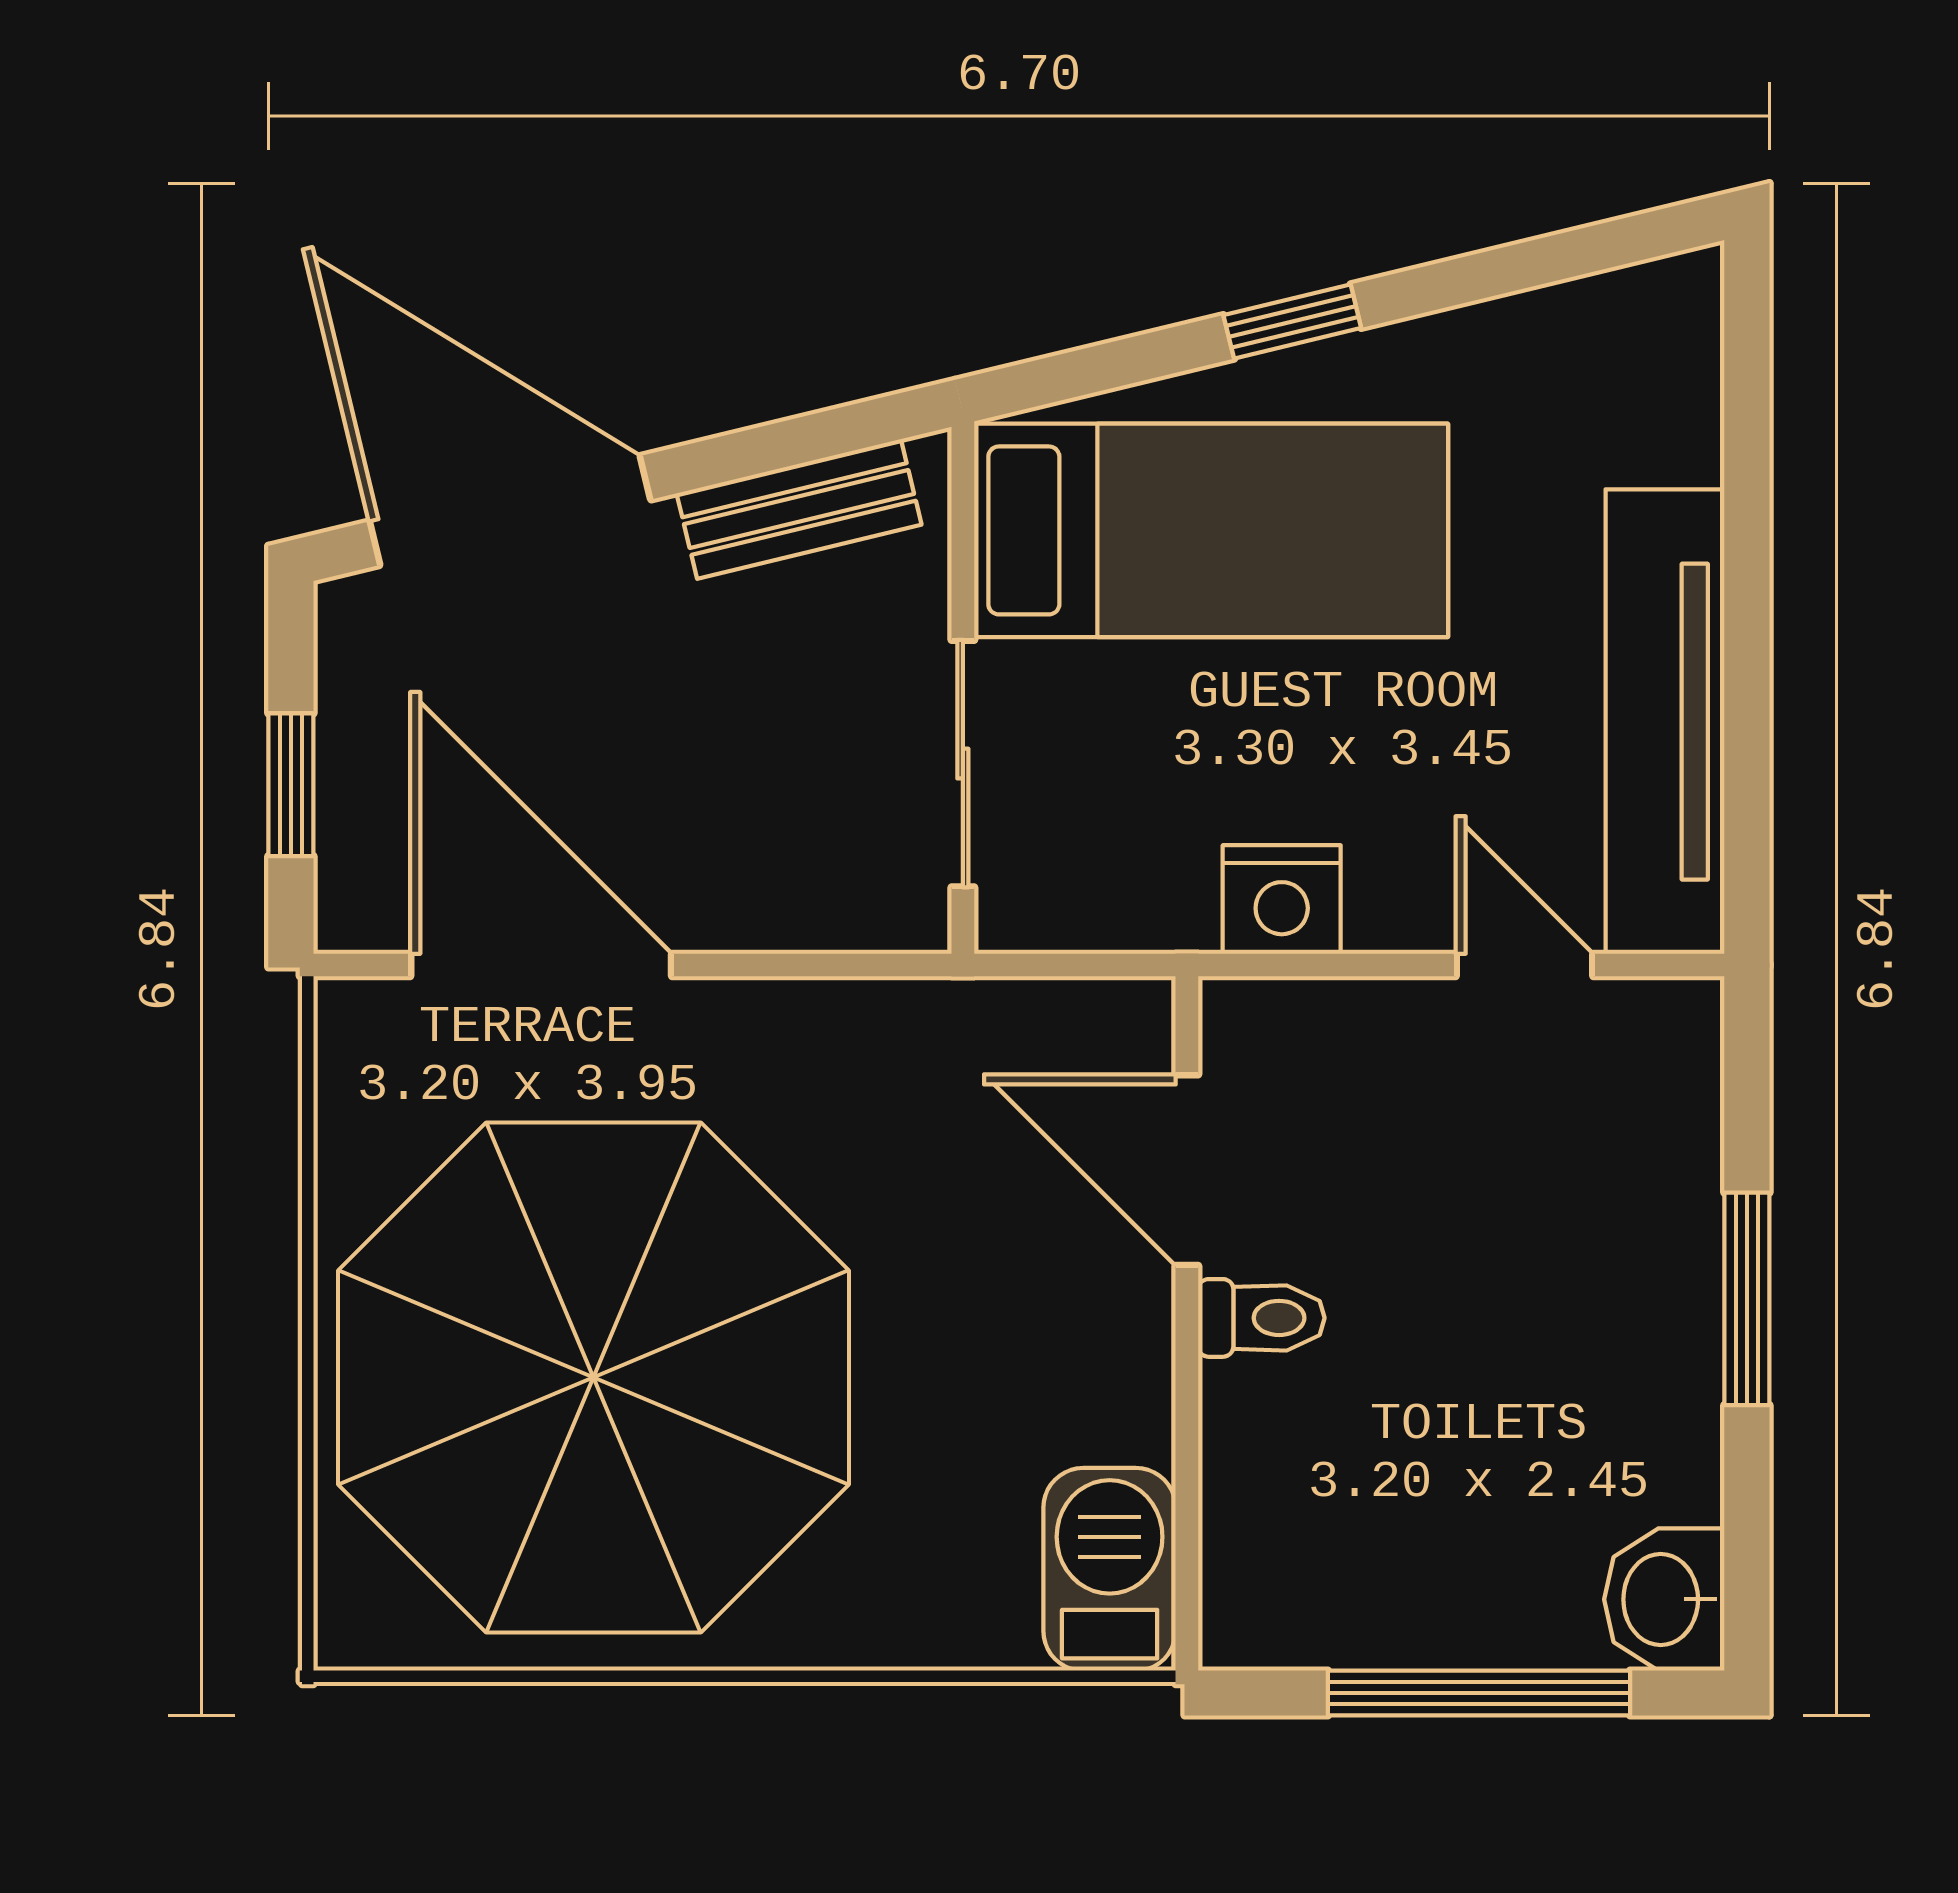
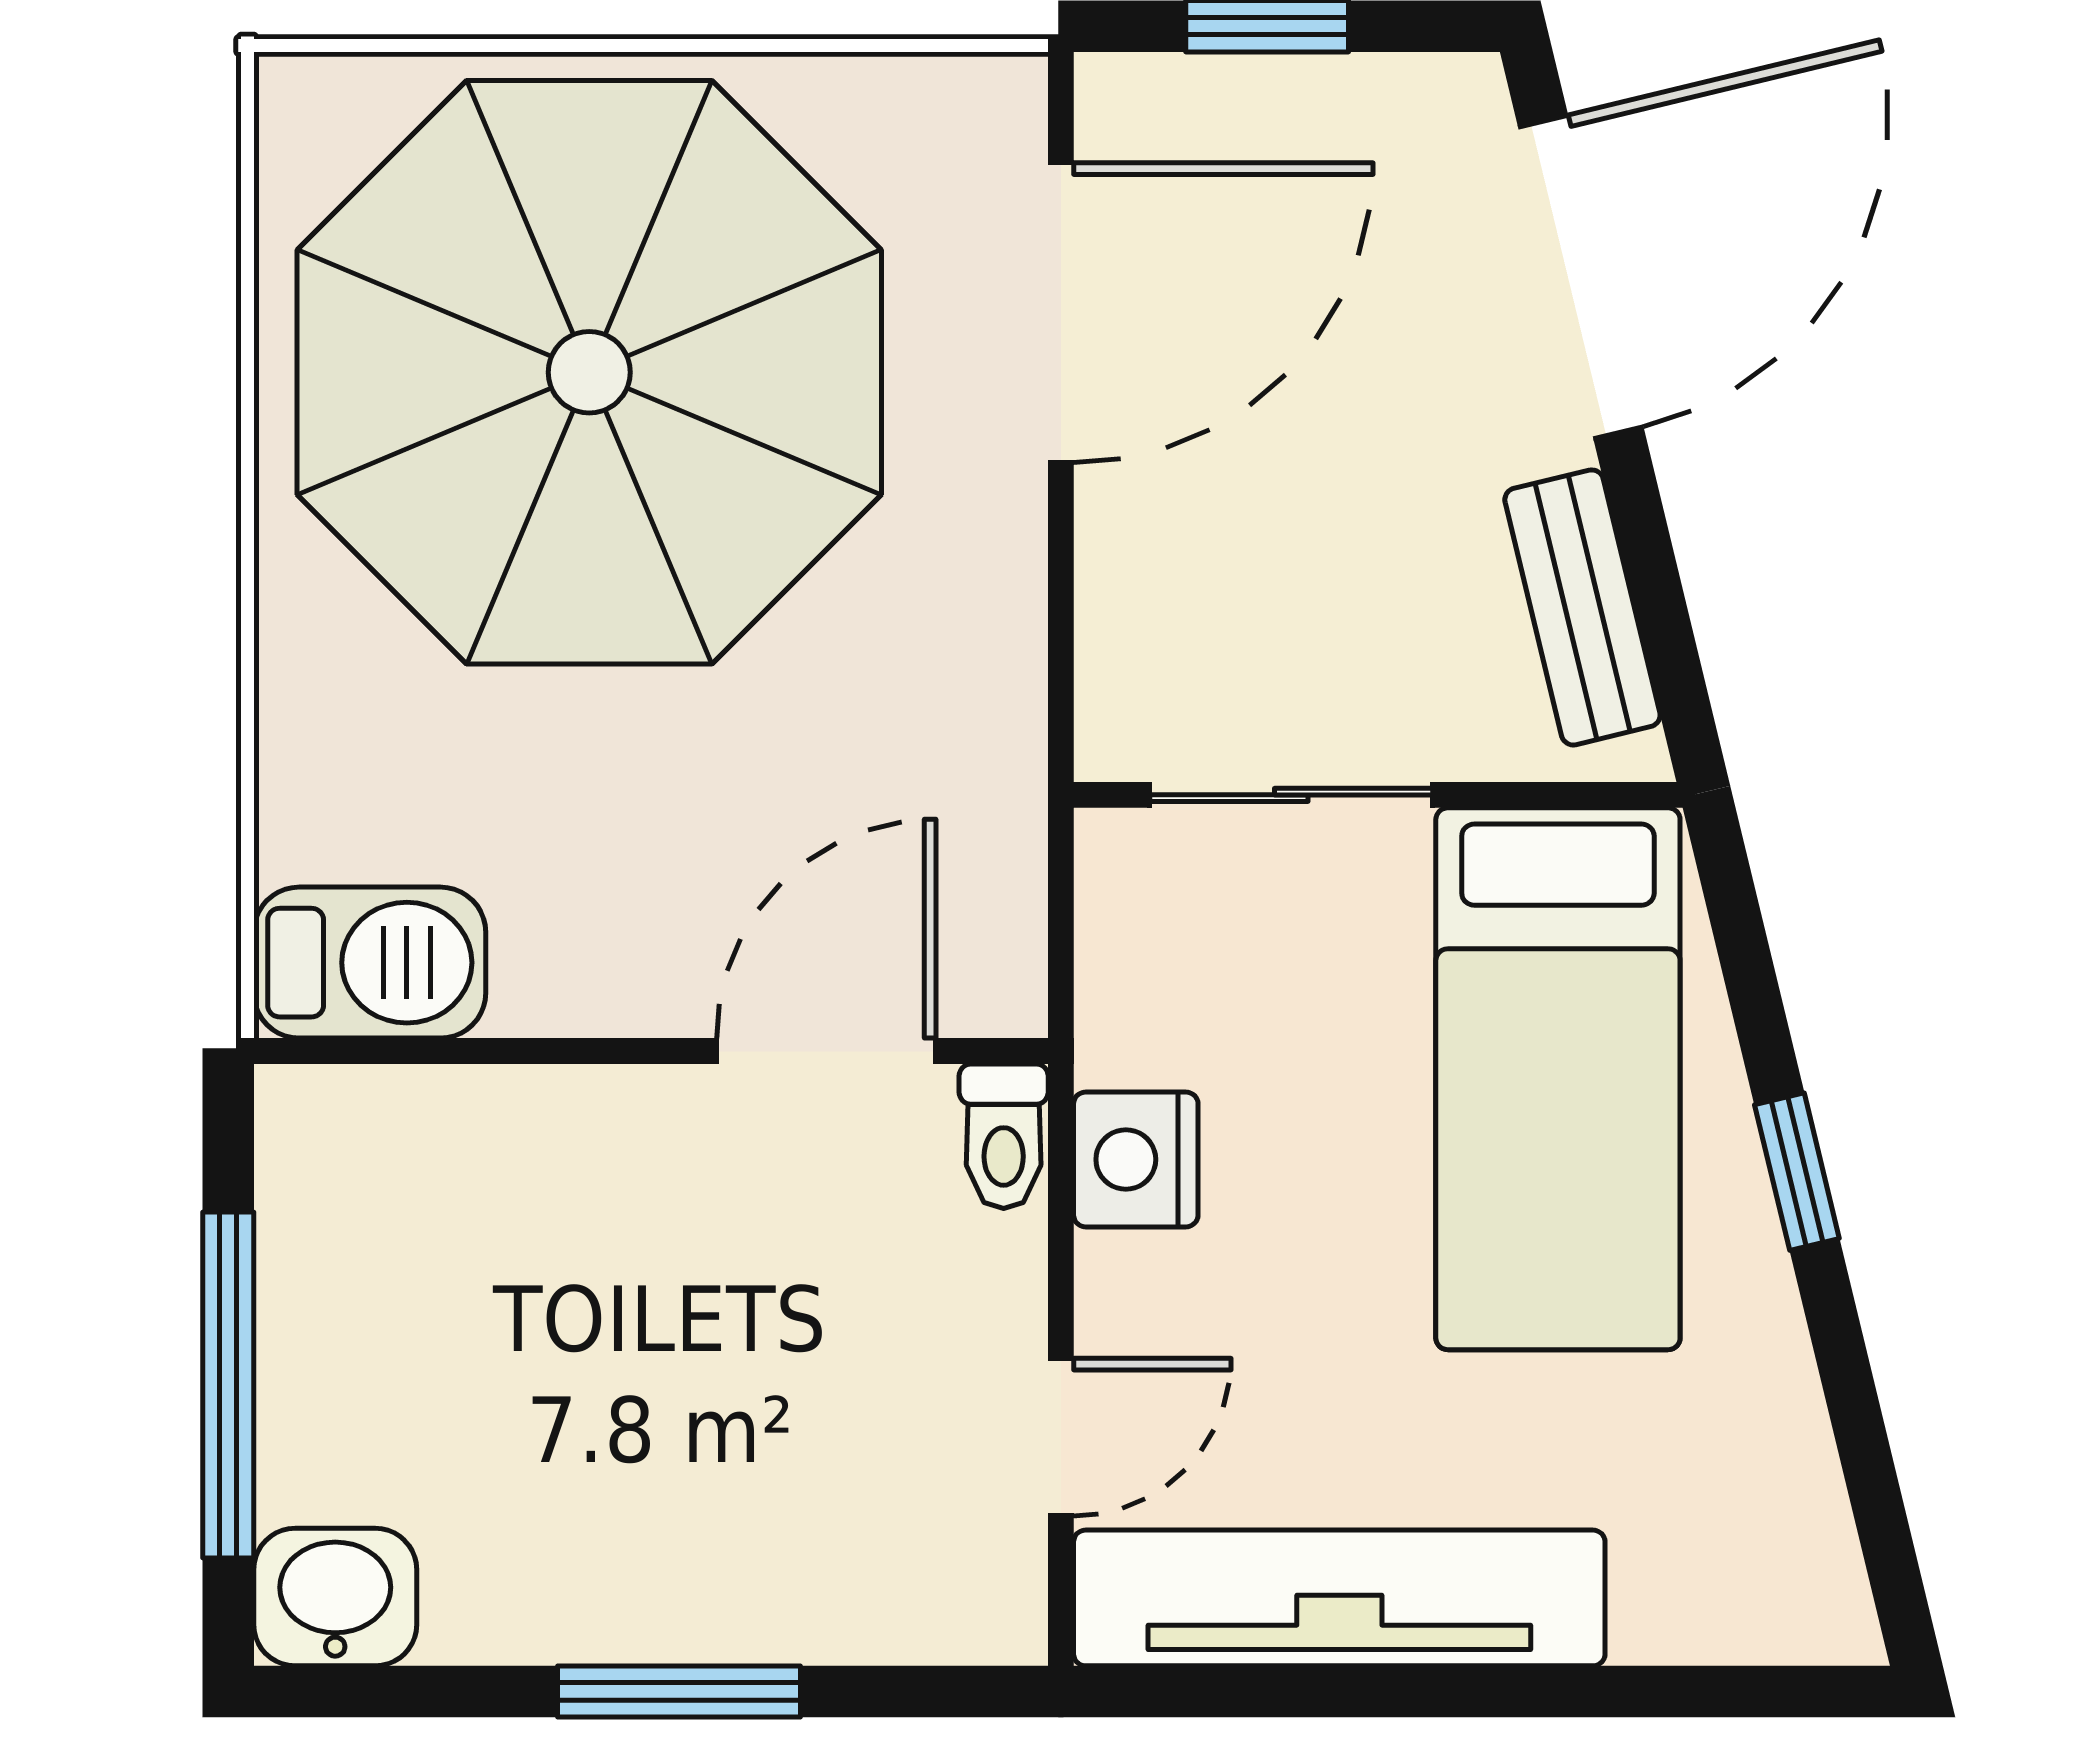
toilet: (1261, 1318) -> (1004, 1136), moved

